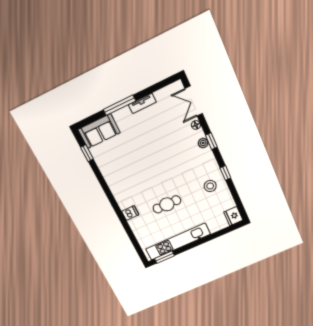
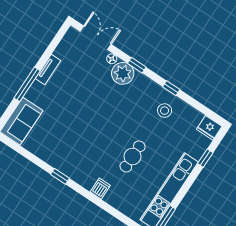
double door: (194, 101) -> (96, 38), swing flipped
plant: (203, 143) -> (123, 73), width x1.88, depth x1.88
window: (87, 153) -> (60, 176), moved
window: (217, 234) -> (205, 158), added

